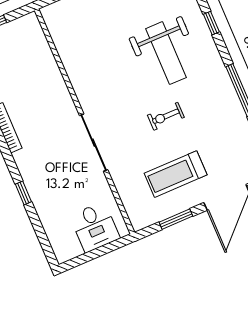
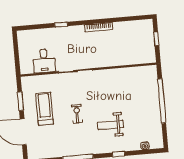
weight bench: (166, 53) -> (110, 125), width x0.73, depth x0.75
desk: (95, 227) -> (44, 61), moved, turned -90

